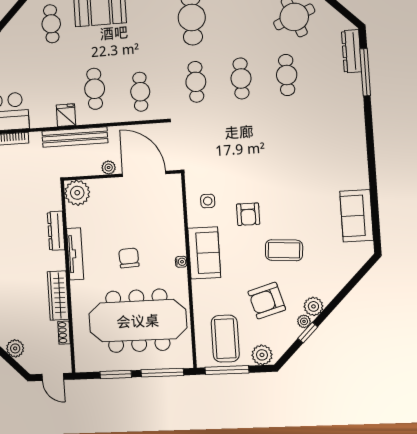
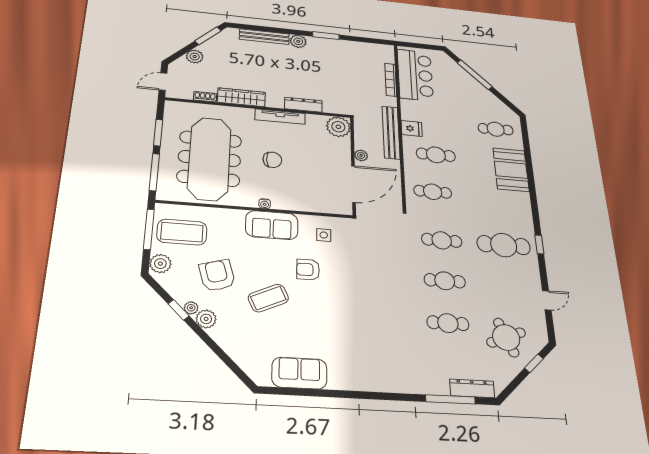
coffee table: (284, 250) -> (268, 298), turned 61

